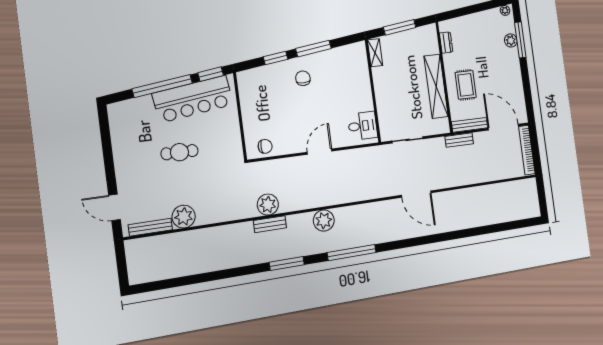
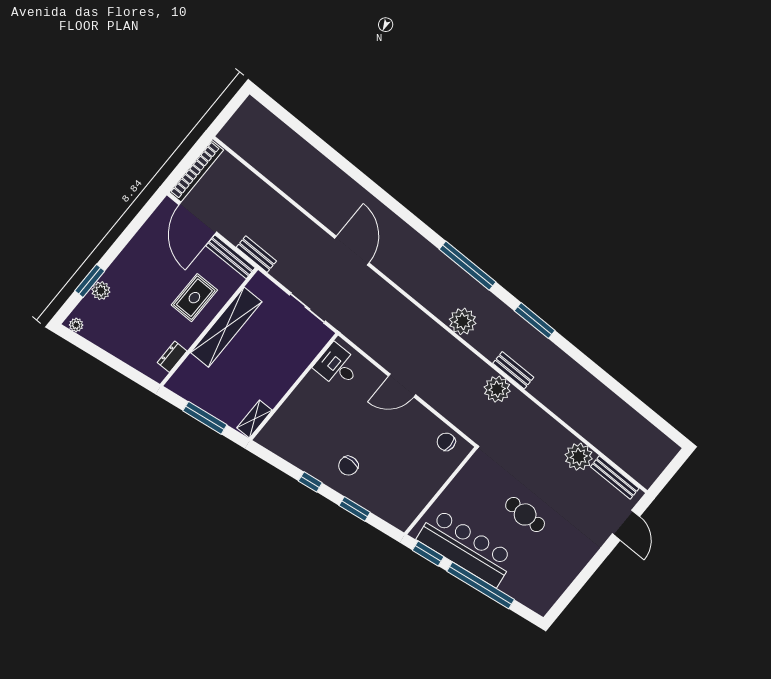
window: (520, 40) -> (90, 281), width x0.69
window: (313, 49) -> (310, 482), width x0.46

